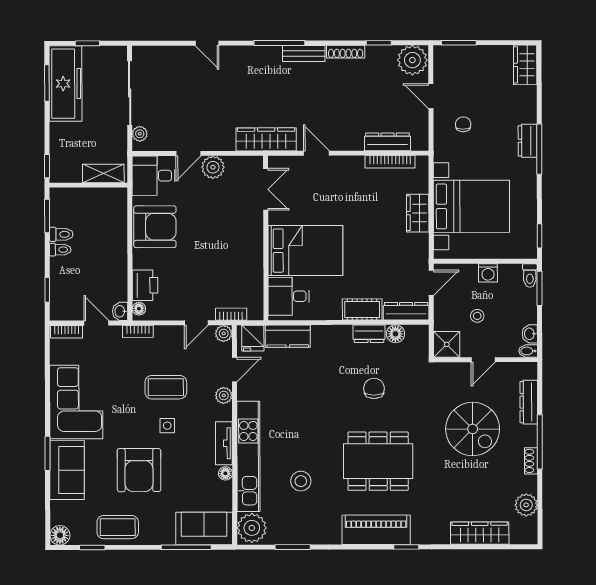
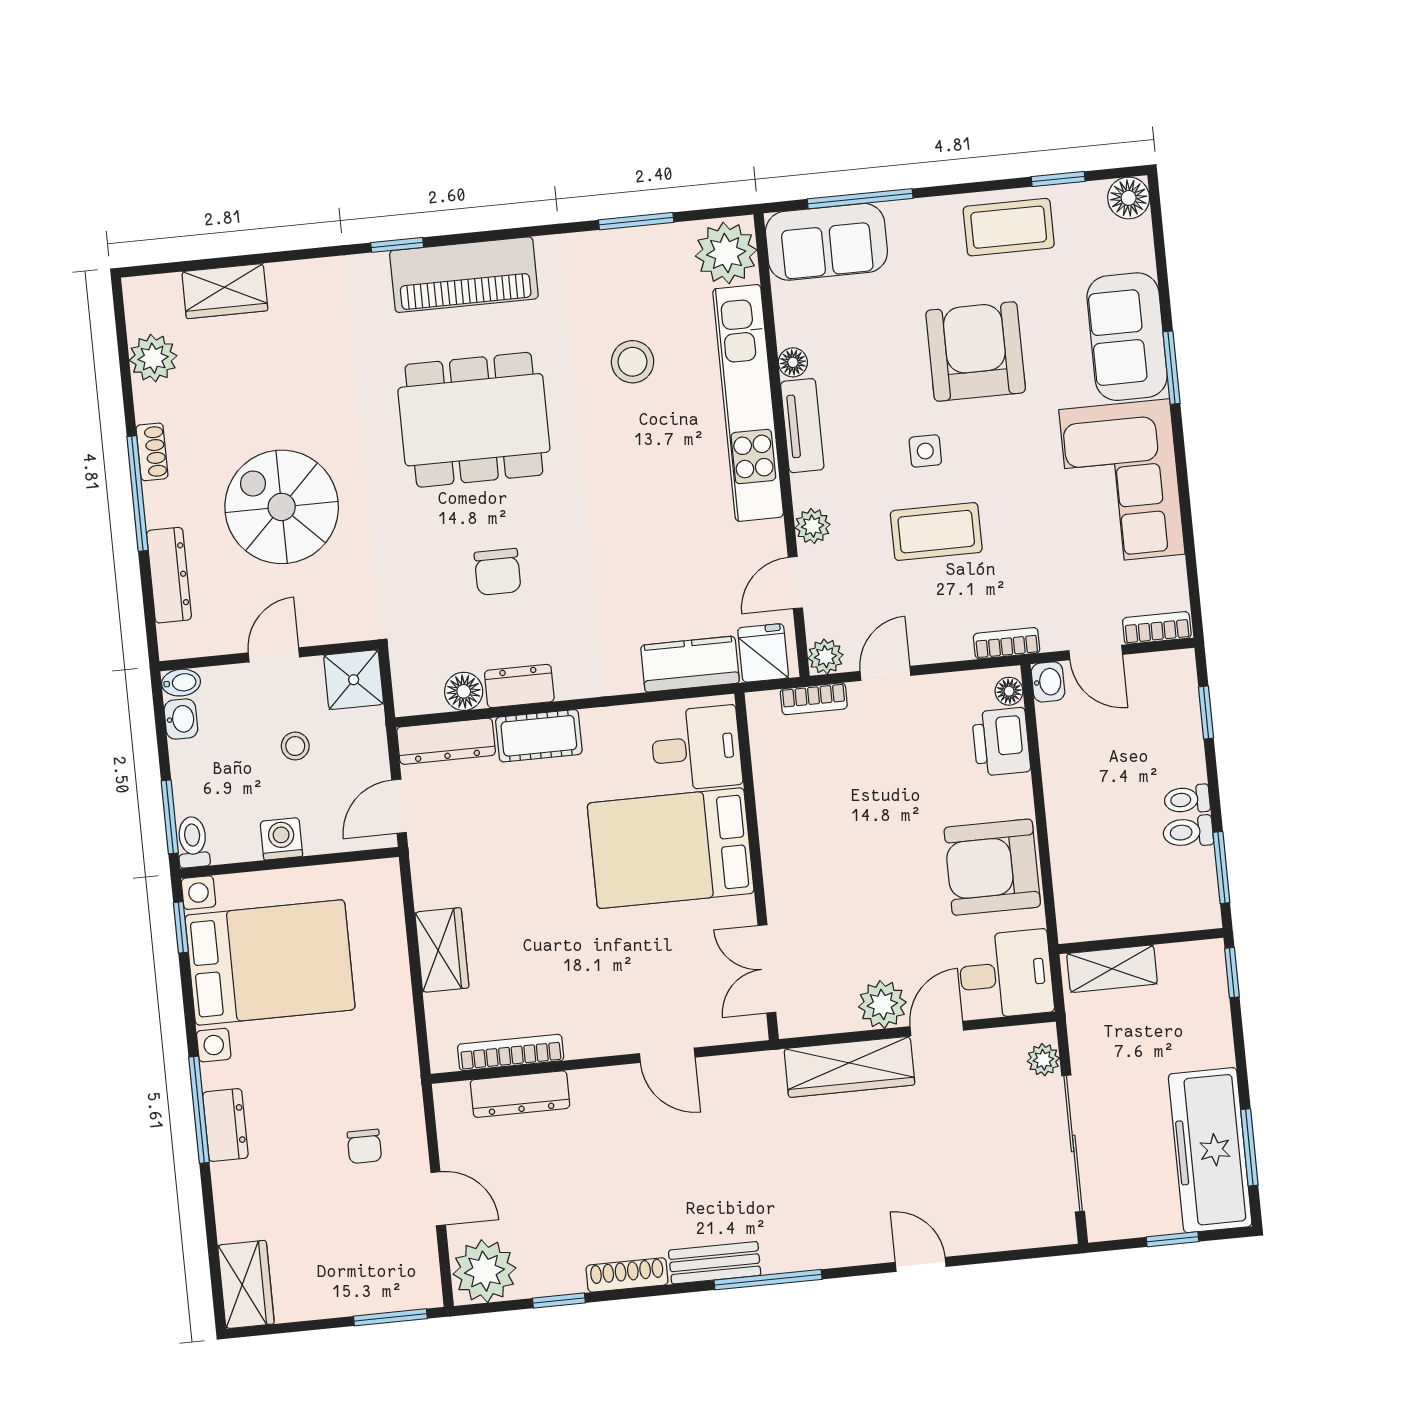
wardrobe: (266, 139) -> (849, 1067), moved
bed with nightstands: (471, 206) -> (270, 962), moved, turned 180
wardrobe: (480, 533) -> (225, 291), width x0.67

